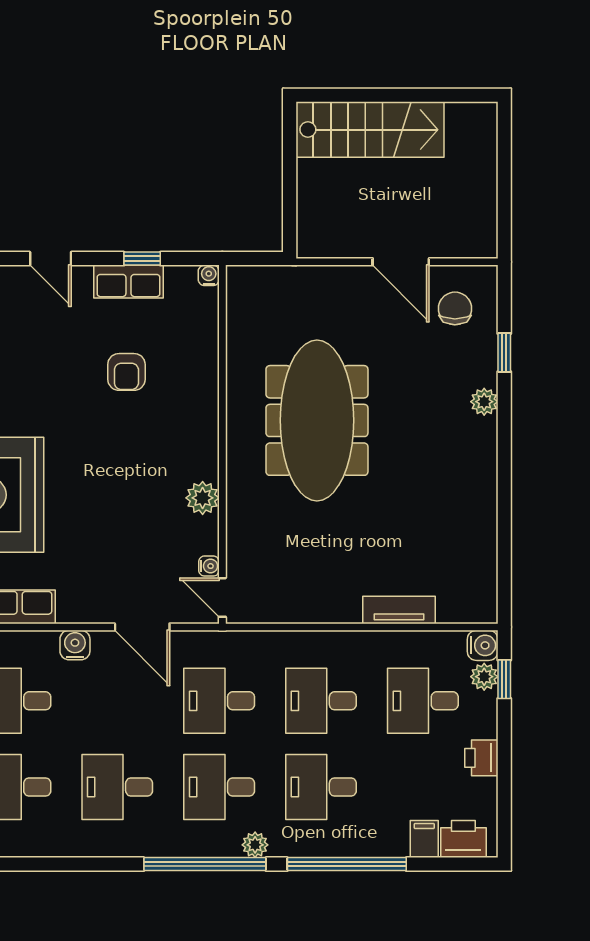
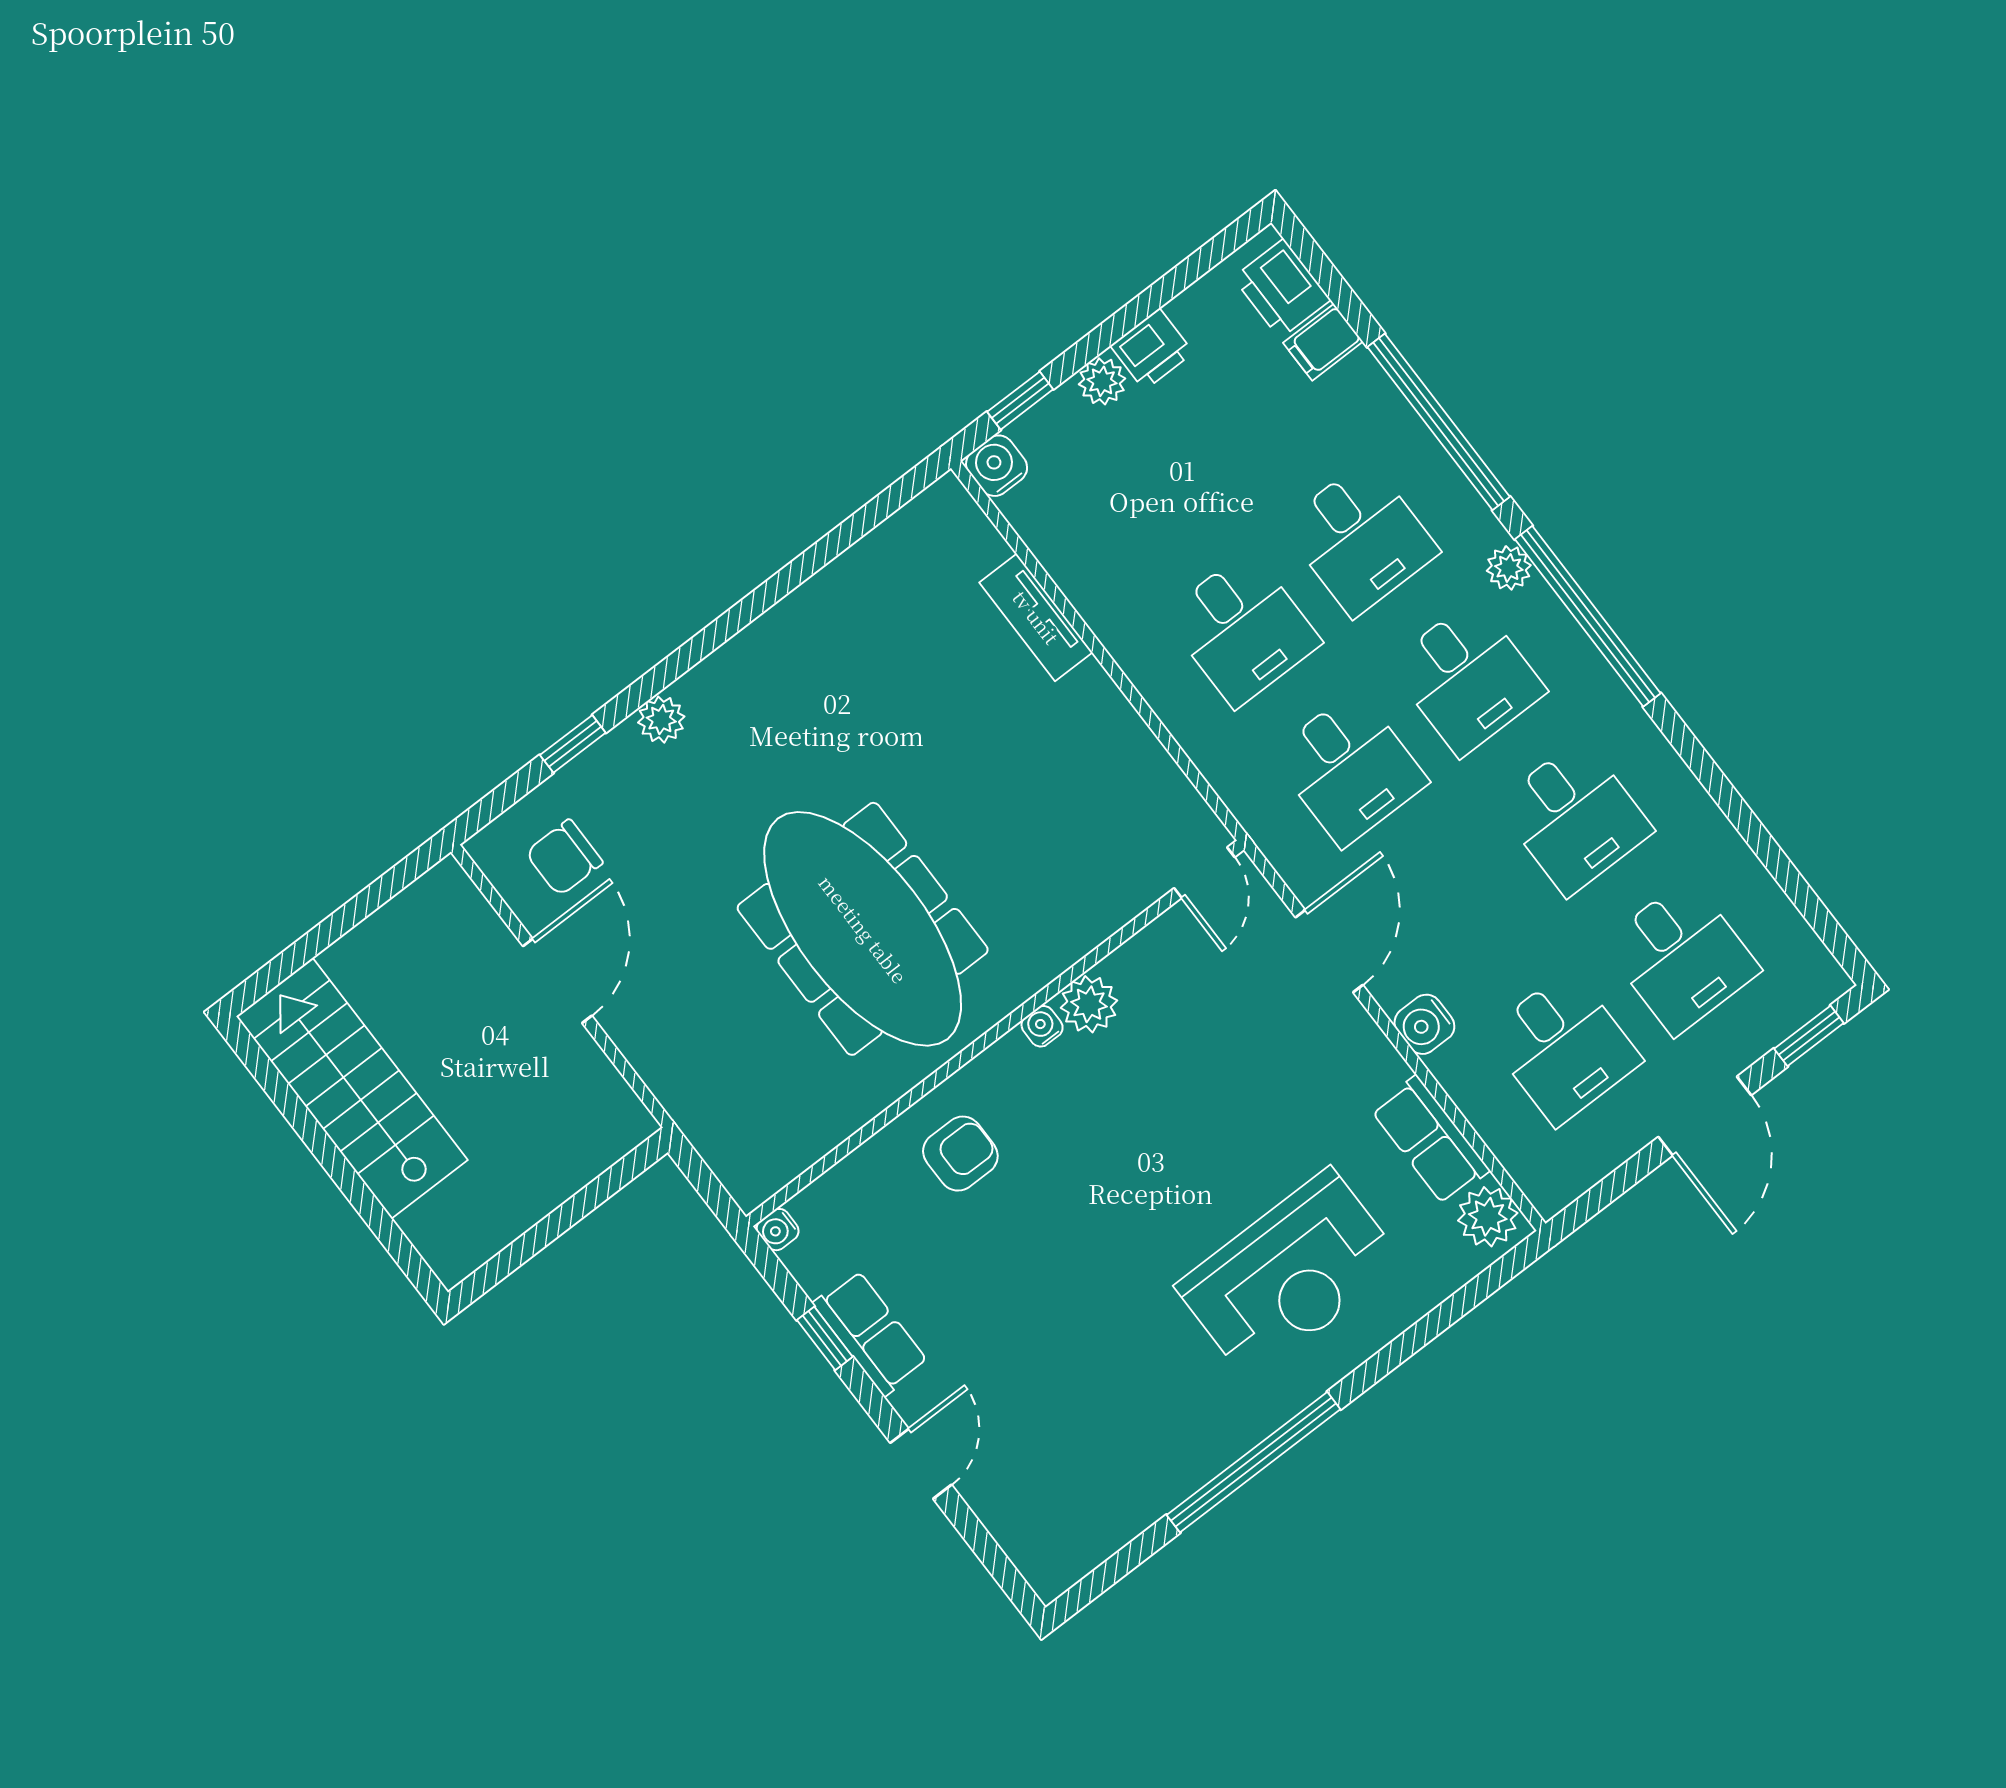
stairs: (370, 130) -> (352, 1088), moved
armchair: (126, 372) -> (960, 1154), moved
meeting table: (317, 420) -> (863, 929), turned 90
water cooler: (209, 566) -> (1042, 1026), moved
plant: (484, 677) -> (1102, 381), moved
desk: (423, 701) -> (1135, 489), removed

